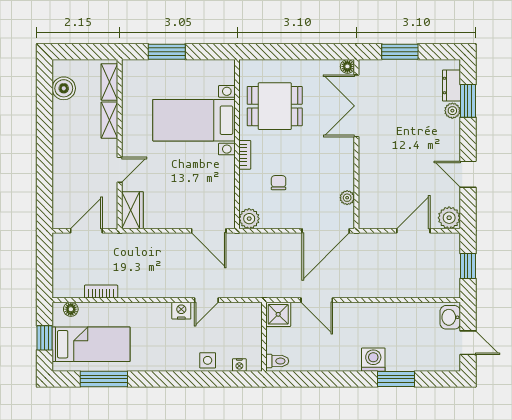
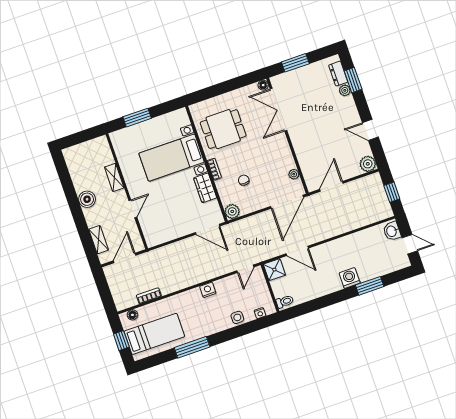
shelving: (109, 82) -> (99, 240), moved
boiler: (64, 88) -> (87, 199), moved
wardrobe: (132, 210) -> (205, 188), moved, turned 180
door: (413, 231) -> (331, 186), moved
door: (206, 300) -> (245, 269), moved
window: (104, 379) -> (192, 347), moved

